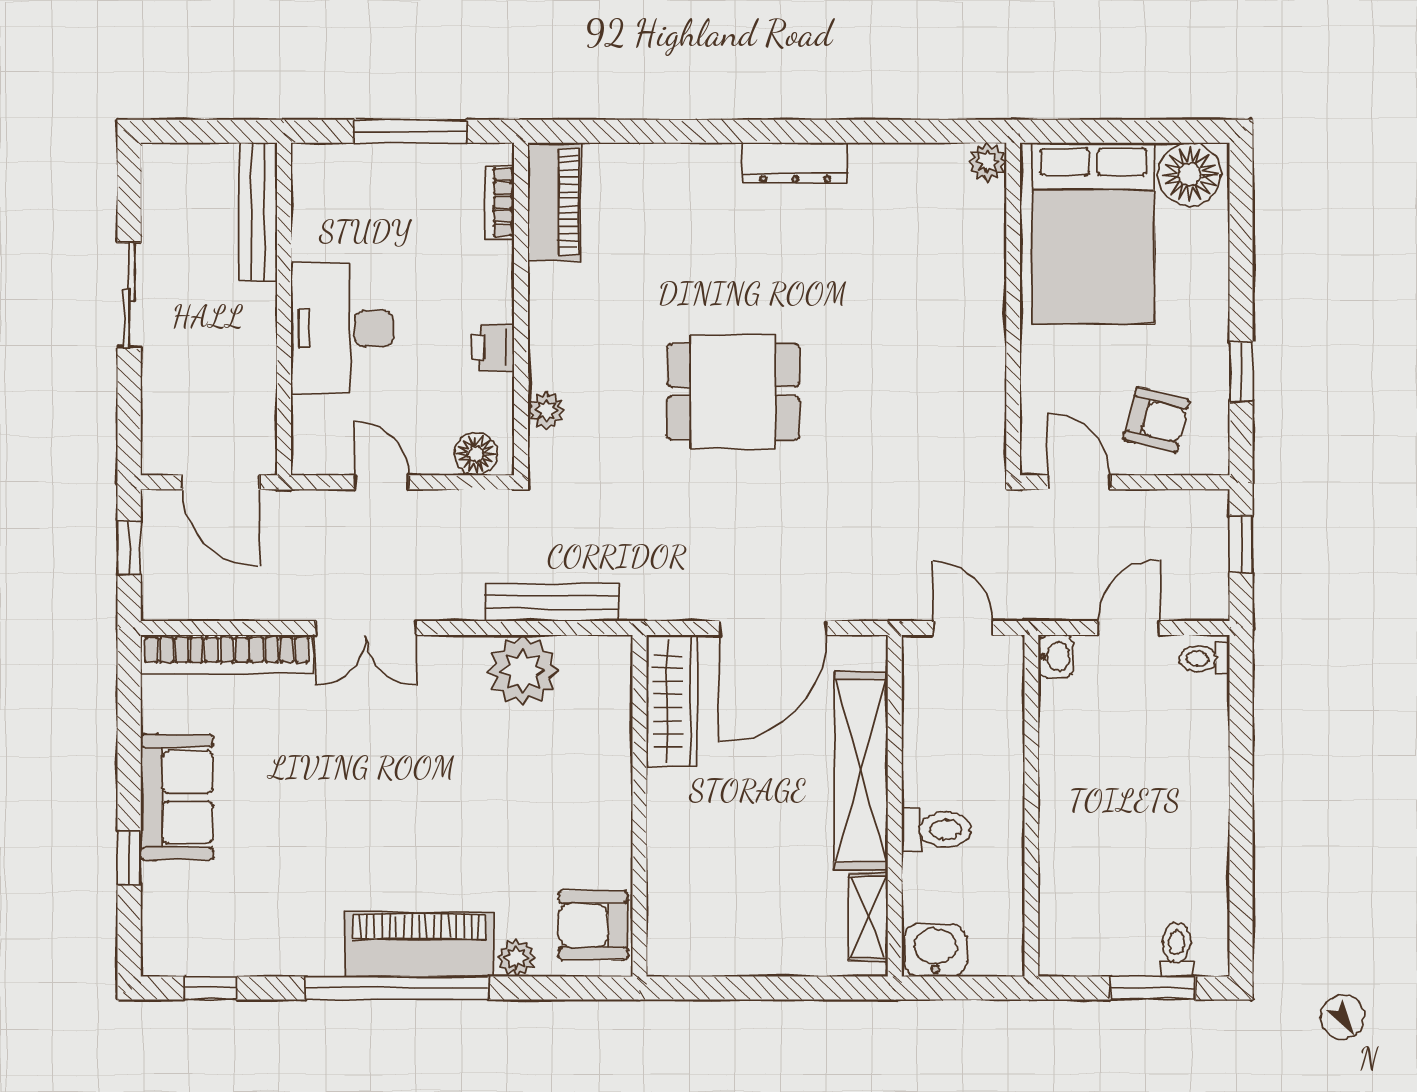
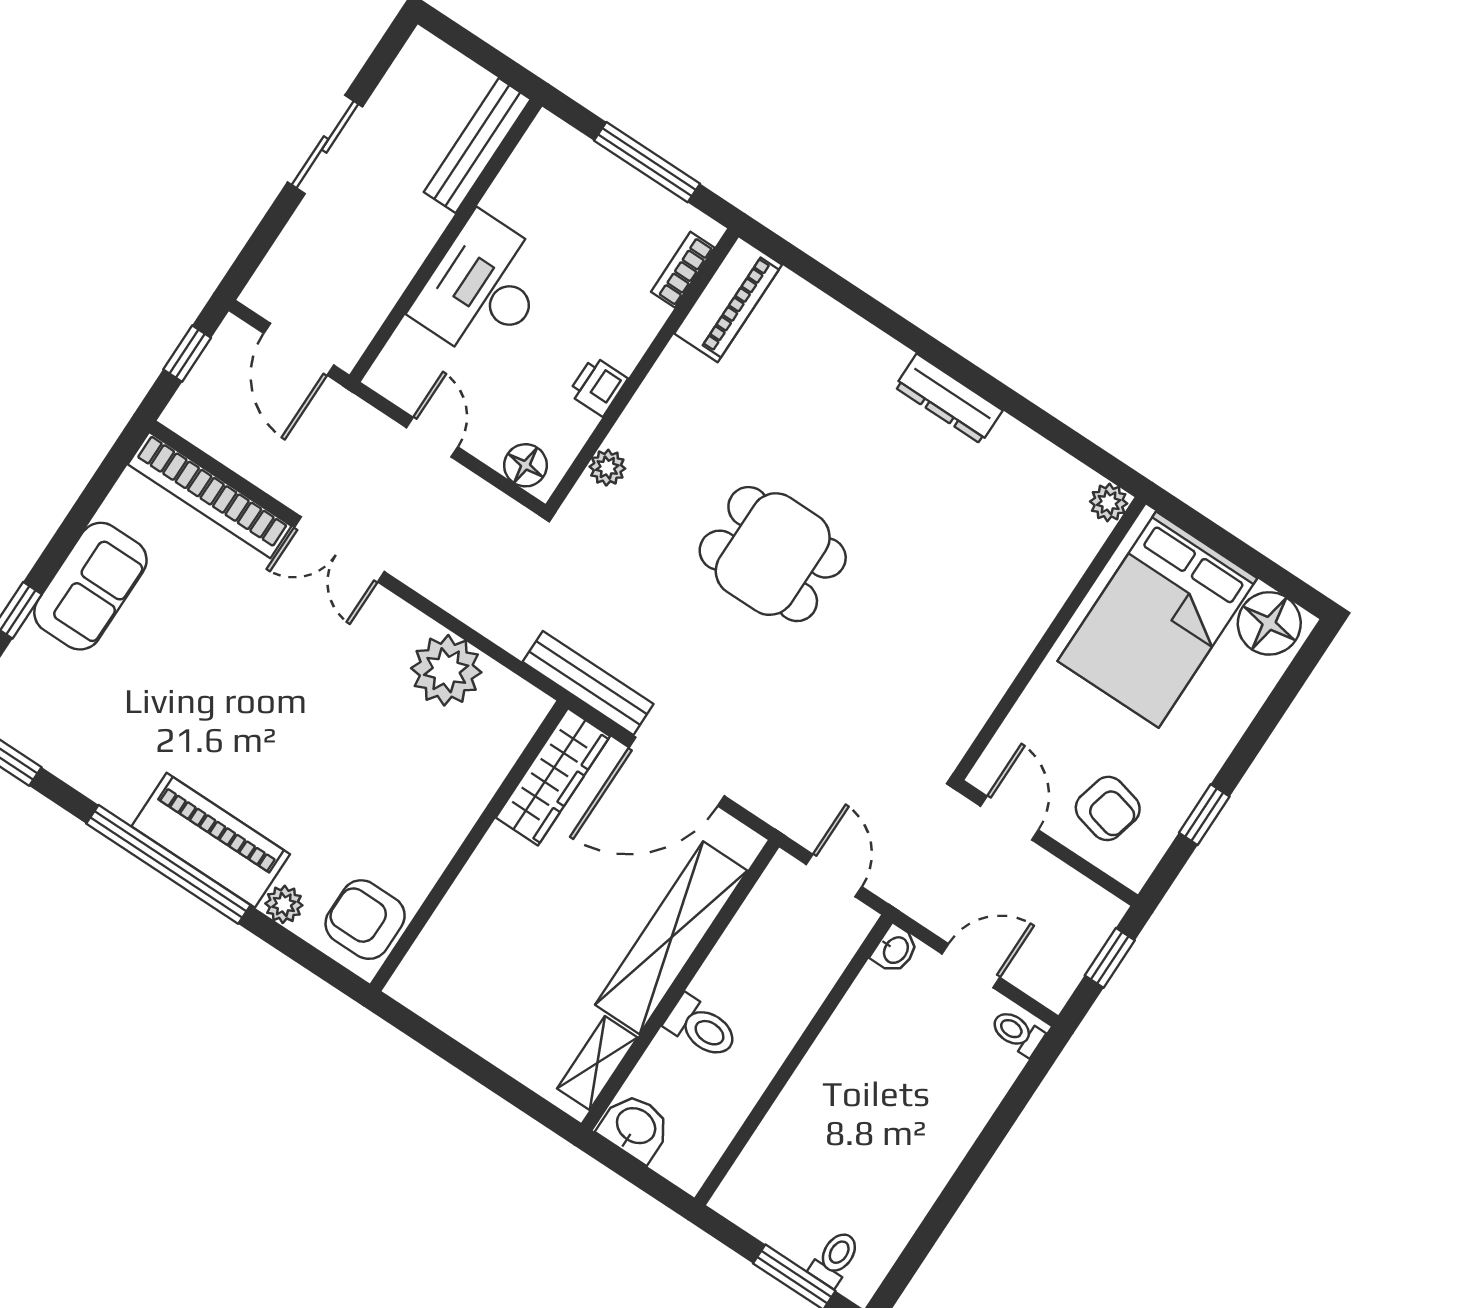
bench: (552, 602) -> (588, 683), moved

